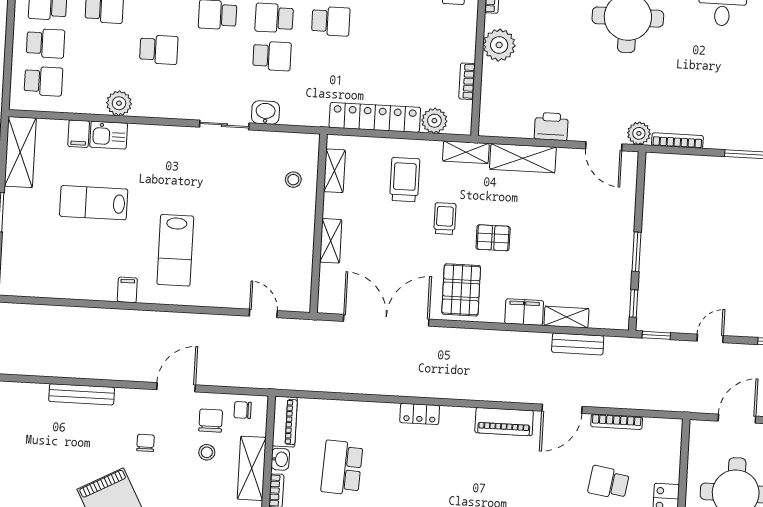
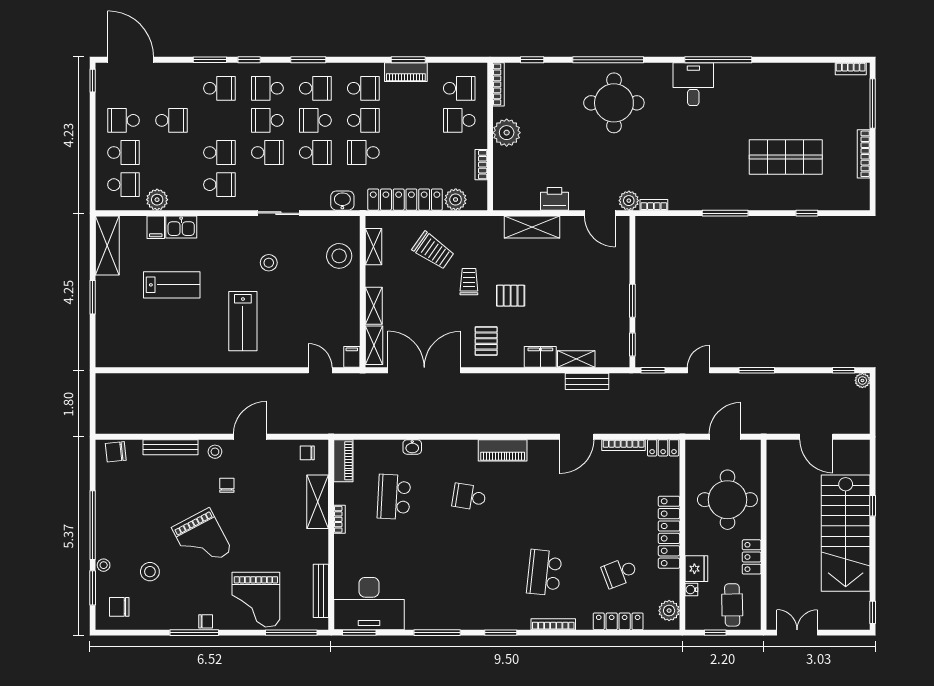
school desk: (444, 27) -> (459, 120), added
school desk: (215, 53) -> (267, 152), added
school desk: (329, 59) -> (363, 152), added
school desk: (157, 87) -> (219, 185), added
plant: (119, 103) -> (157, 200), moved
washbasin: (265, 113) -> (342, 201), moved
bookcase: (677, 141) -> (654, 205), width x0.64
shelving: (466, 152) -> (374, 345), moved, turned 90
stool: (293, 180) -> (339, 256), width x1.89, depth x1.89
trolley: (405, 180) -> (433, 251), turned 125
stool: (210, 183) -> (269, 263), added
lab bench: (94, 203) -> (172, 285), turned 180
filing cabinet: (127, 290) -> (352, 357), moved
pallet: (461, 290) -> (486, 341), width x0.67, depth x0.71
locker: (420, 414) -> (663, 448), moved
chair: (211, 421) -> (116, 452), moved, turned -96
piano: (504, 422) -> (503, 450), moved
stool: (207, 452) -> (215, 452), moved
washbasin: (280, 459) -> (412, 447), moved, turned 90
school desk: (608, 483) -> (469, 497), moved

